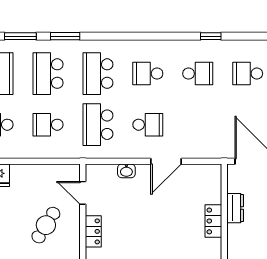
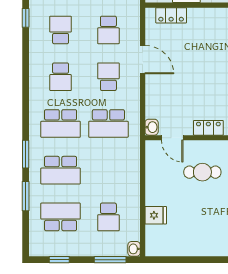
school desk: (48, 125) -> (108, 30), moved
washbasin: (126, 171) -> (152, 127), moved
door: (83, 193) -> (172, 138), hinge flipped
locker: (213, 221) -> (171, 15), moved
cafe table: (46, 225) -> (202, 172), turned -32

